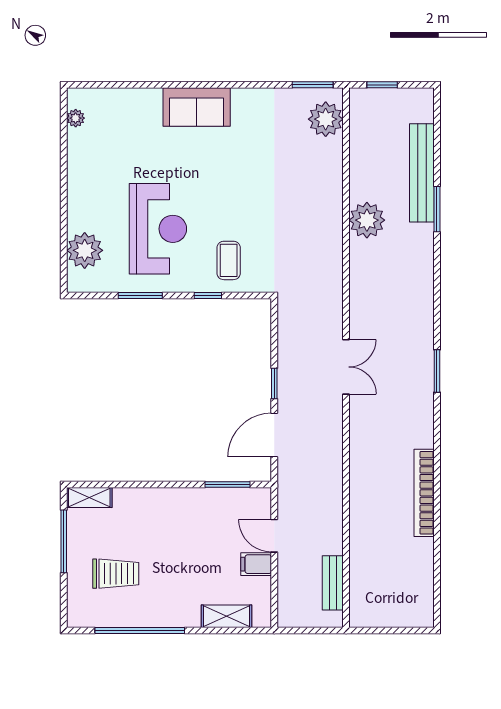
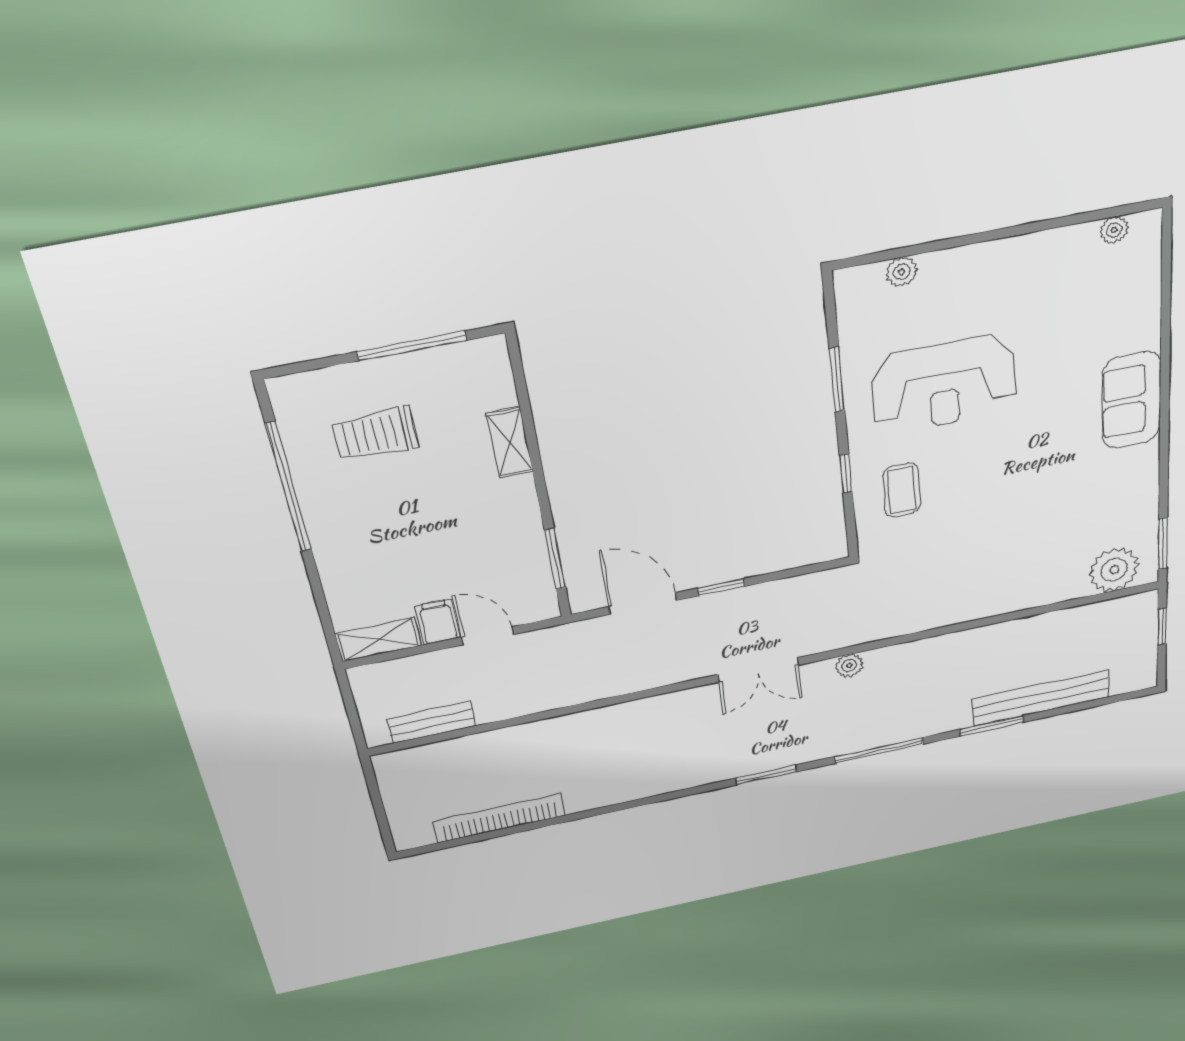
plant: (367, 220) -> (849, 666), moved, width x0.53, depth x0.53
plant: (85, 250) -> (902, 272), width x0.53, depth x0.53
coffee table: (229, 260) -> (902, 490), turned 90
window: (437, 290) -> (879, 750), added
bookcase: (424, 493) -> (500, 818), moved
shelving: (89, 497) -> (510, 442), moved
door: (274, 536) -> (488, 636), hinge flipped
trolley: (116, 574) -> (375, 434), turned 90
shelving: (227, 616) -> (378, 639), moved, turned 90

